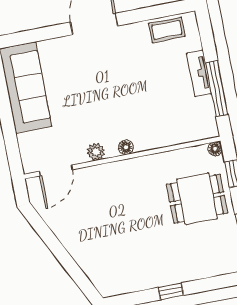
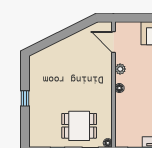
dining table: (197, 199) -> (79, 126), turned 90

